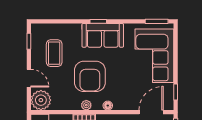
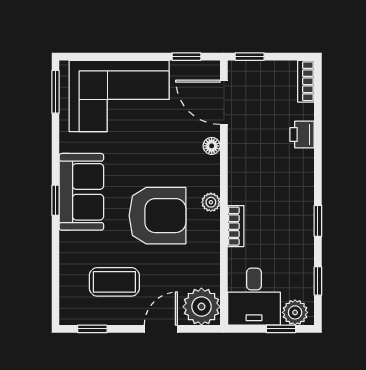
plant: (86, 105) -> (211, 202), moved
floor lamp: (108, 106) -> (212, 146), moved

